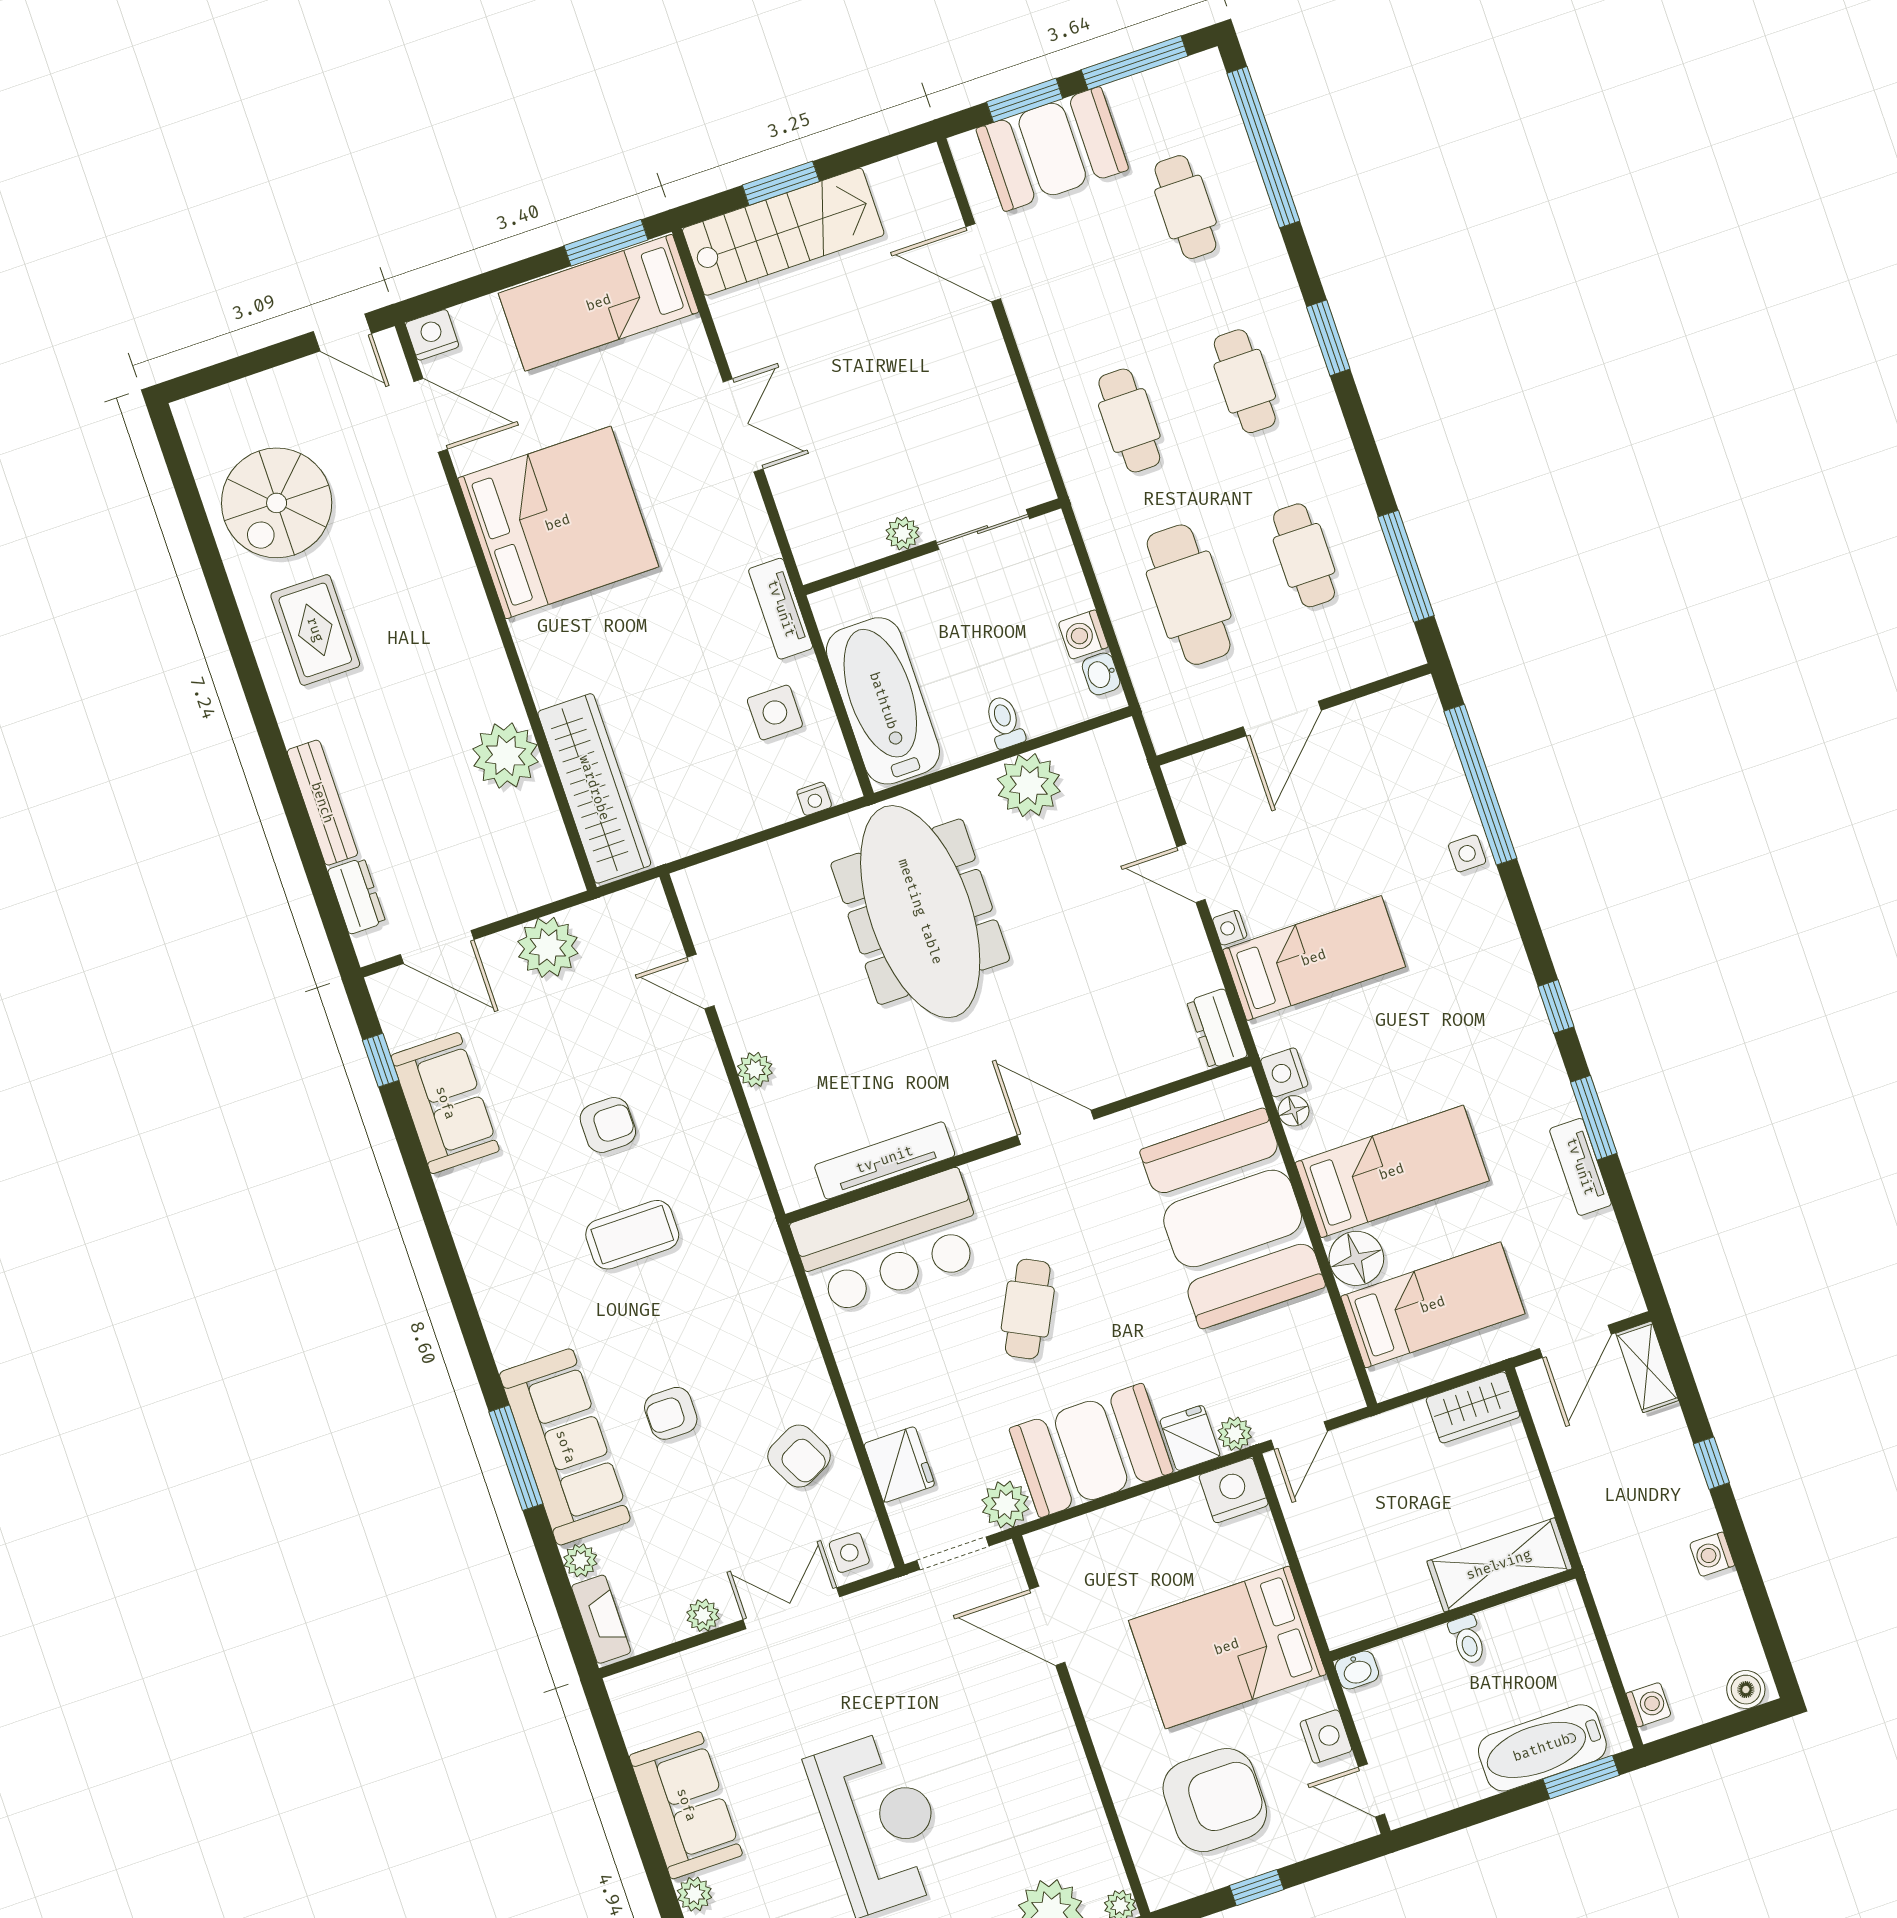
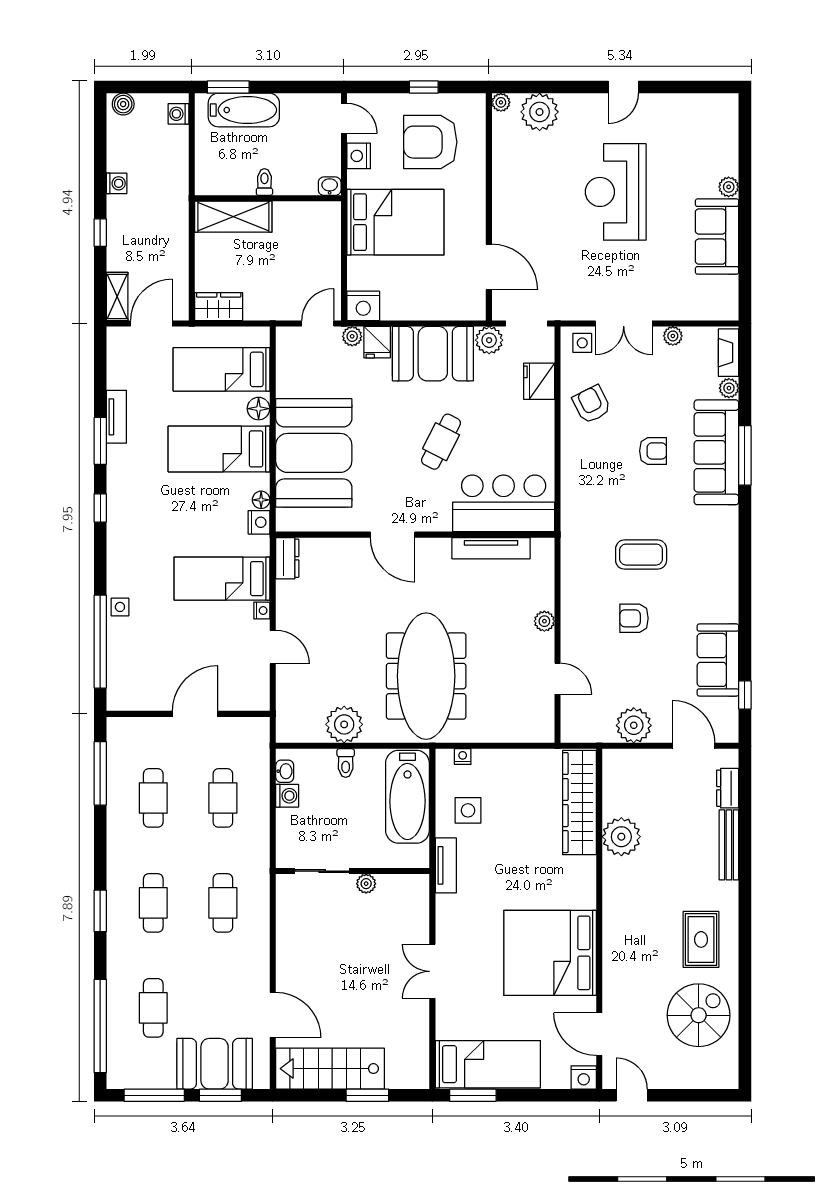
stairs: (783, 232) -> (330, 1069), moved
cafe table: (1189, 595) -> (223, 798), width x0.73, depth x0.74
floor lamp: (1356, 1258) -> (259, 409), width x0.73, depth x0.73

